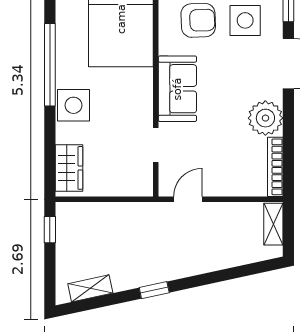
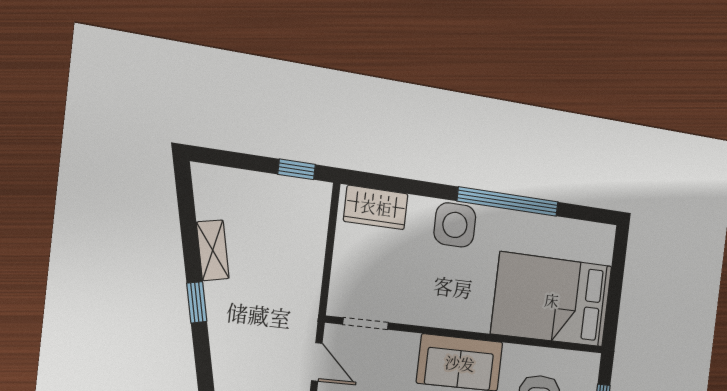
doorway: (156, 145) -> (366, 323), moved
shelving: (90, 288) -> (213, 250), moved

